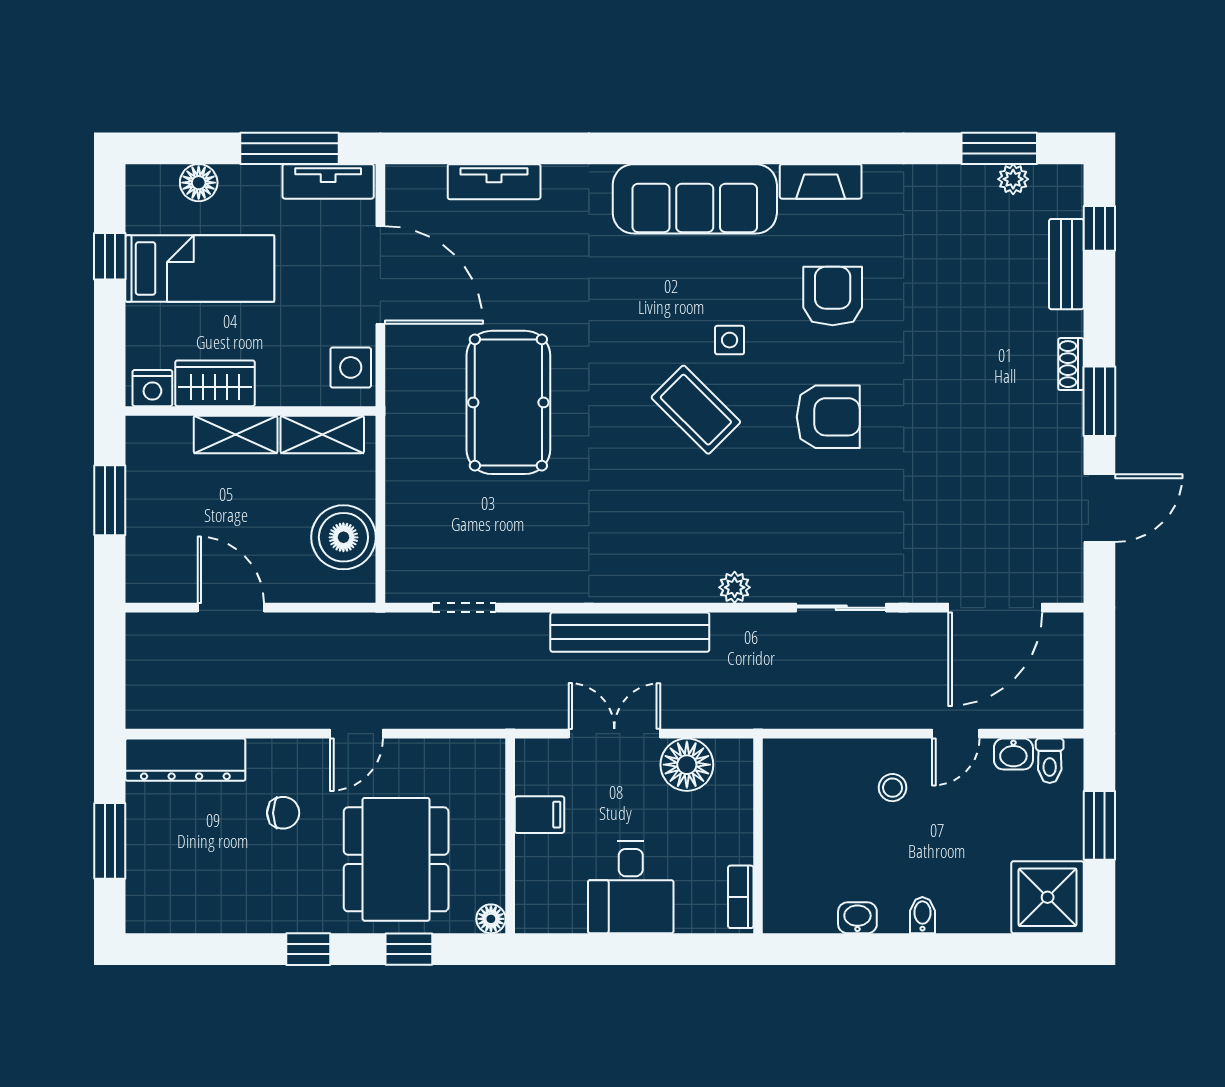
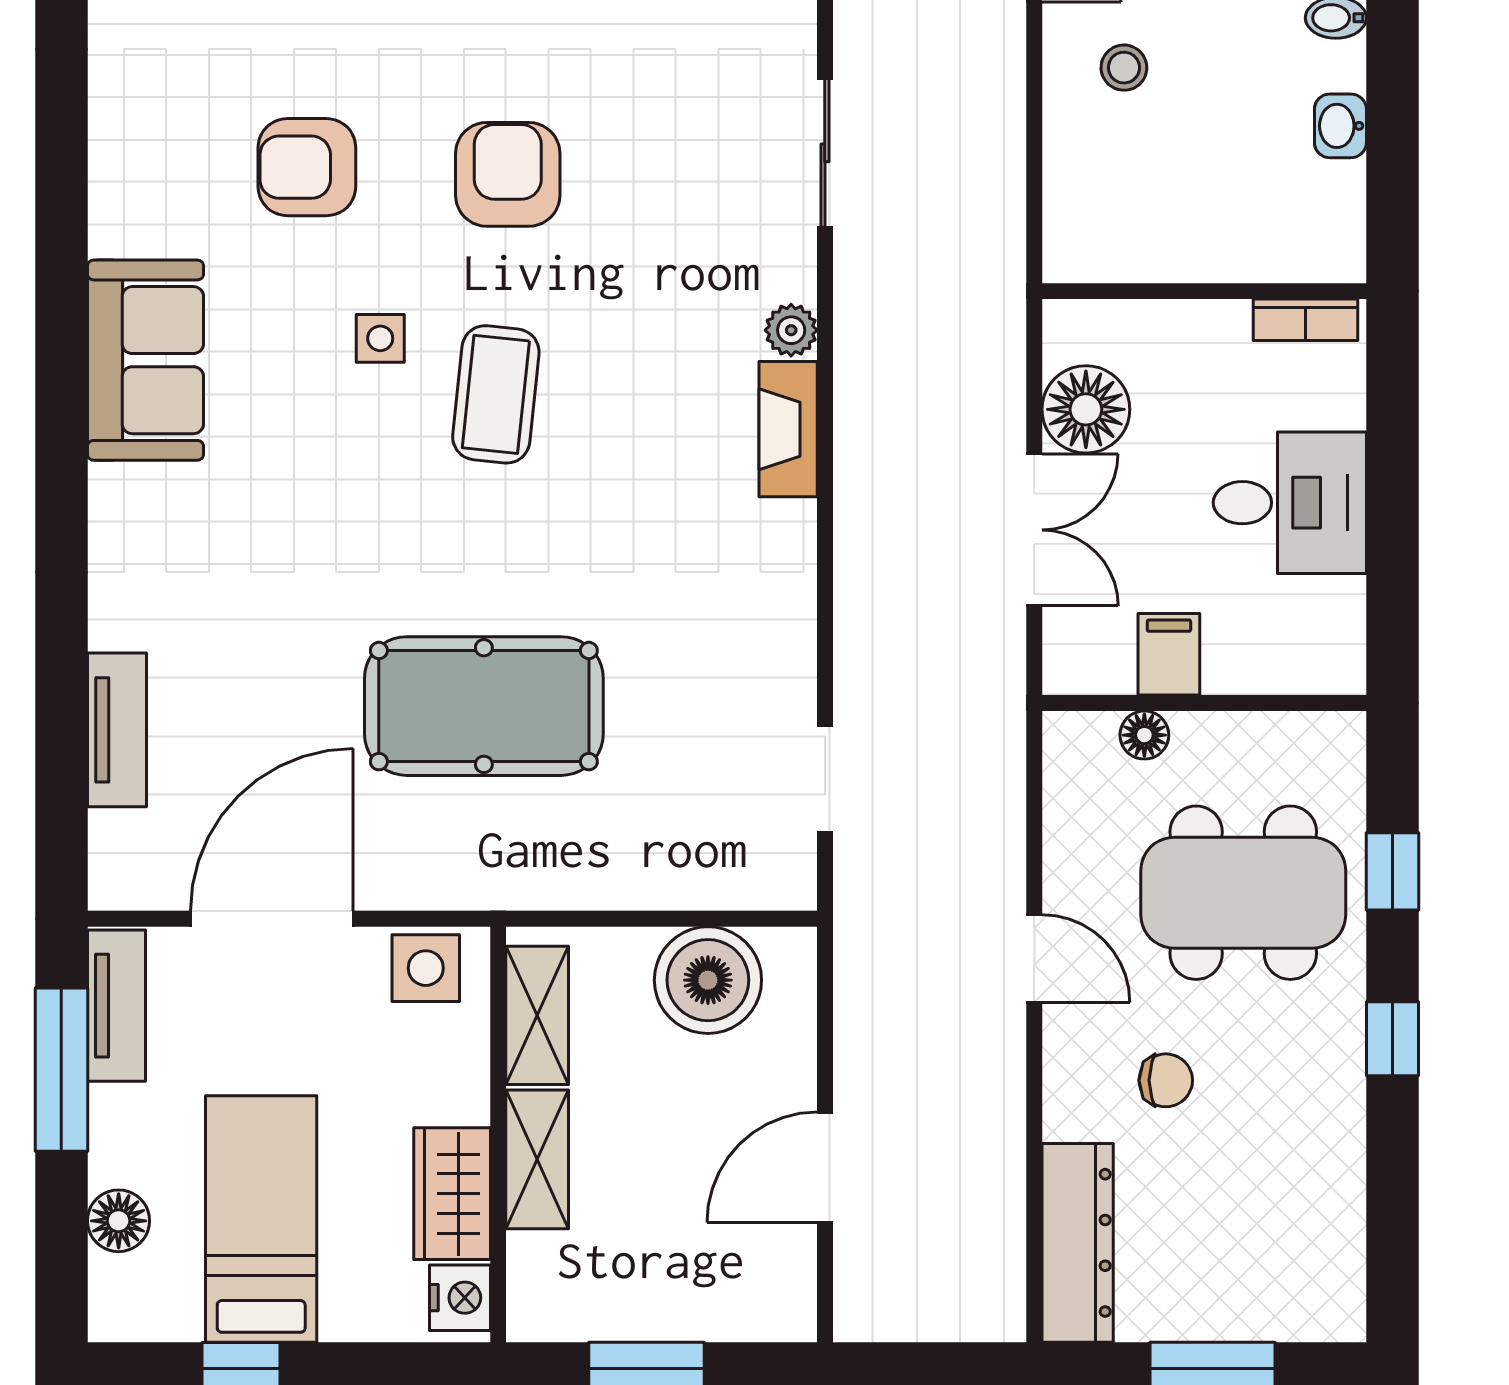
fireplace: (821, 181) -> (788, 429), moved, turned 180
sofa: (695, 199) -> (145, 360), width x0.73
coffee table: (696, 410) -> (496, 394), turned -39
bench: (630, 632) -> (866, 504), removed
double door: (614, 734) -> (1034, 530), swing flipped
chair: (283, 813) -> (1166, 1080), turned 90
floor lamp: (491, 919) -> (1144, 735), moved

